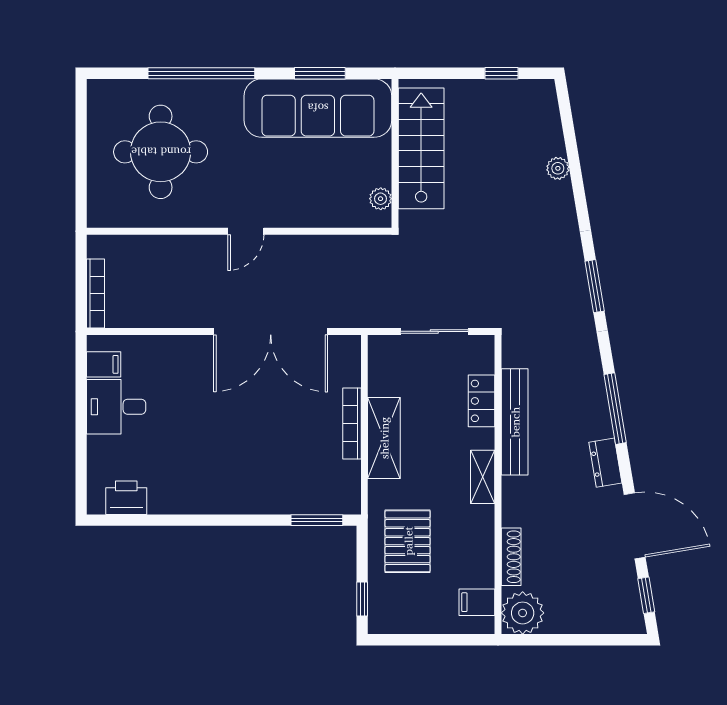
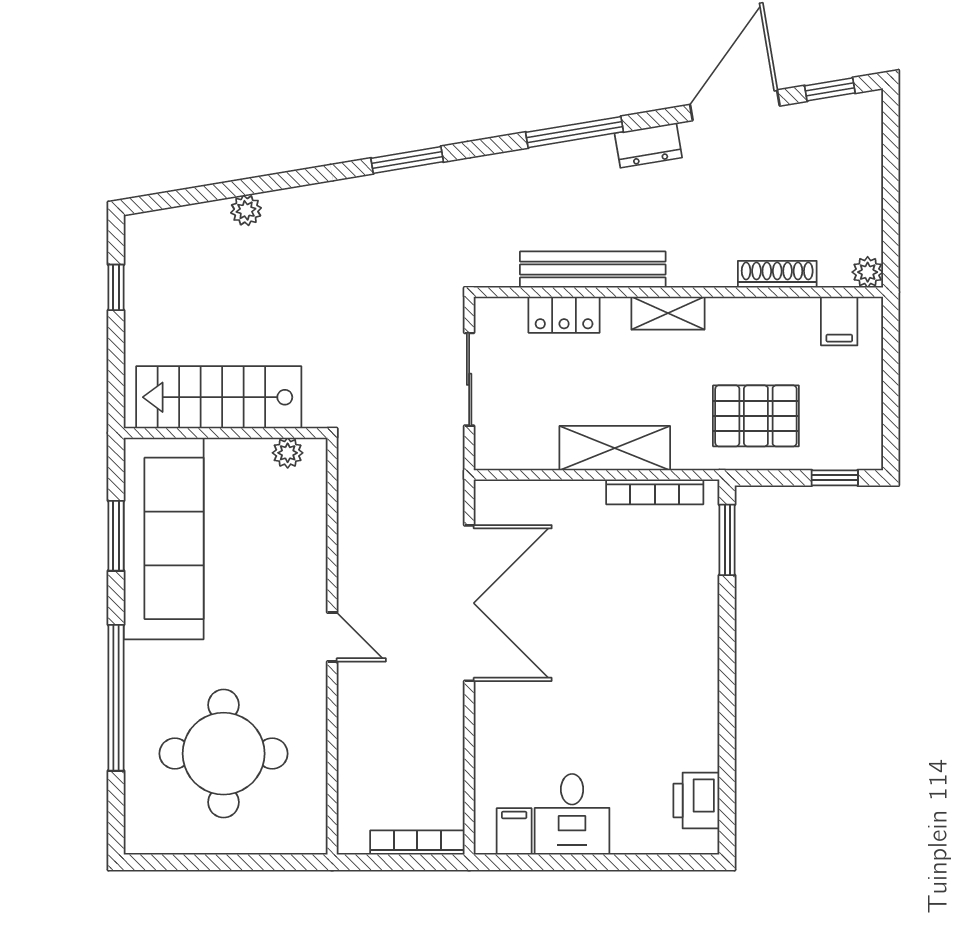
bookcase: (352, 423) -> (655, 492), moved
plant: (523, 613) -> (868, 272), width x0.53, depth x0.53

